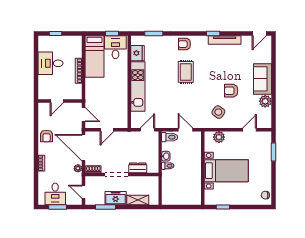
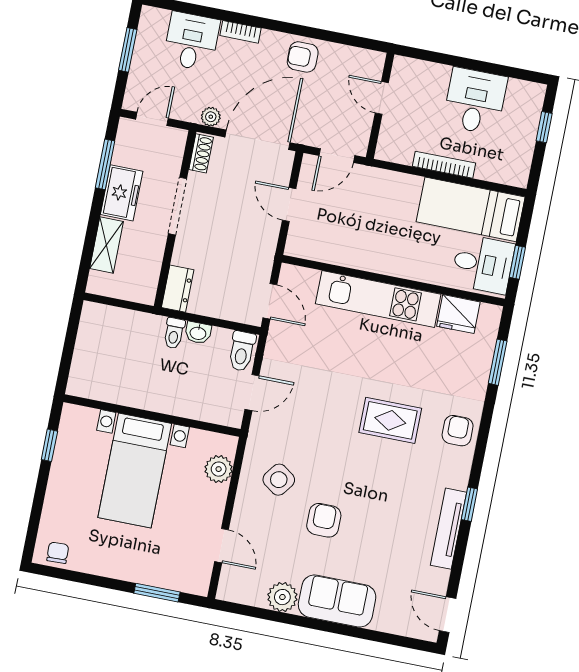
dresser: (138, 168) -> (178, 289), moved
desk: (55, 194) -> (191, 41), moved, turned 90

